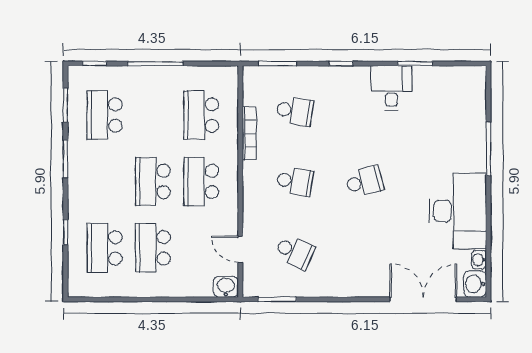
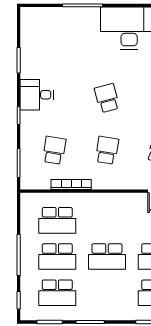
desk: (392, 88) -> (37, 95), moved
school desk: (201, 181) -> (57, 257), moved

